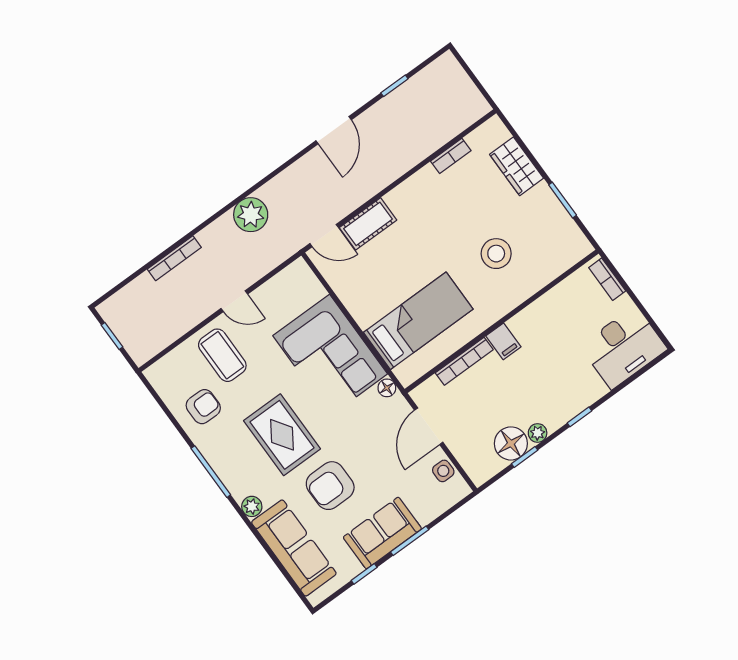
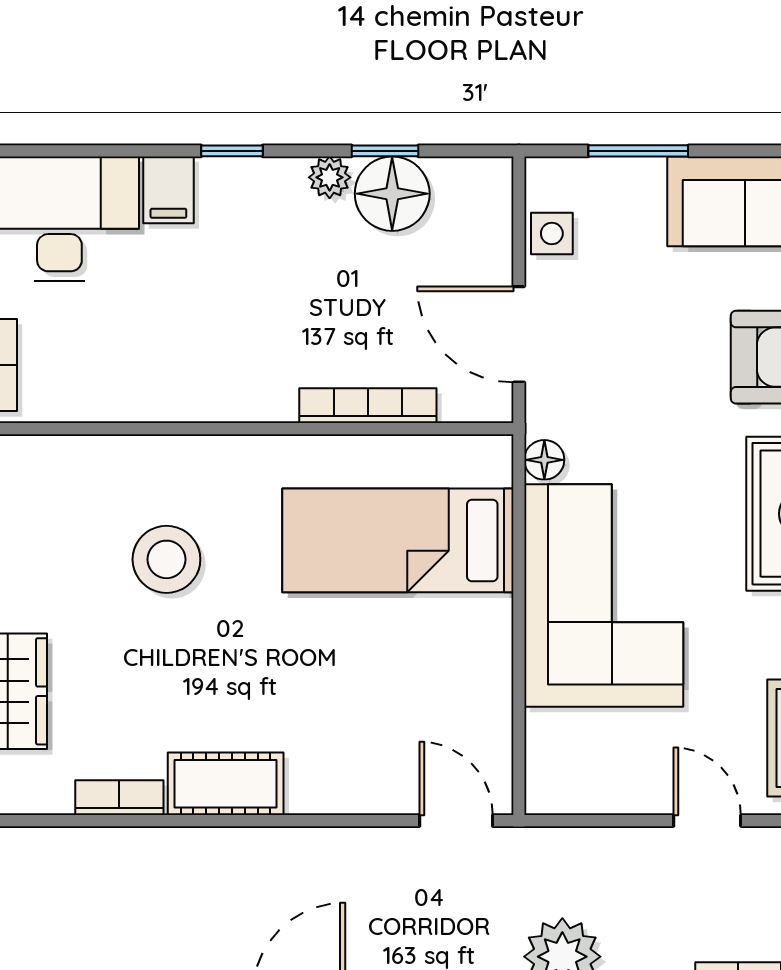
cot: (368, 224) -> (226, 784), moved
filing cabinet: (503, 341) -> (168, 190), moved, turned 180
door: (429, 426) -> (519, 334), swing flipped
window: (410, 541) -> (638, 151), moved

